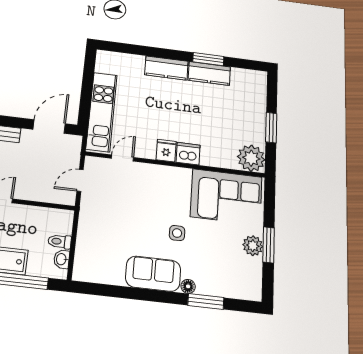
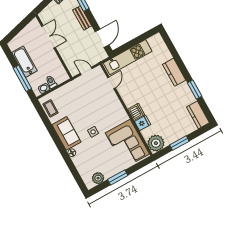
kitchen counter: (209, 73) -> (198, 115), moved
door: (49, 127) -> (102, 38), hinge flipped
fridge: (166, 151) -> (143, 123), moved
door: (122, 158) -> (111, 83), hinge flipped
plant: (253, 246) -> (98, 178), moved
coffee table: (99, 271) -> (51, 108), added
window: (206, 301) -> (71, 165), removed

